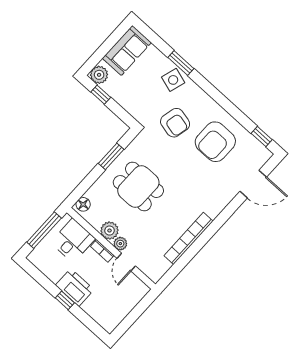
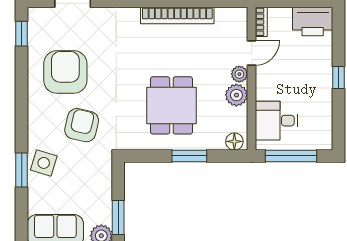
window: (101, 95) -> (118, 218), width x1.50
armchair: (215, 142) -> (65, 72), turned -90
window: (111, 156) -> (189, 156), moved
bookcase: (102, 251) -> (261, 22), moved
printer: (75, 287) -> (313, 22), moved, turned -90

